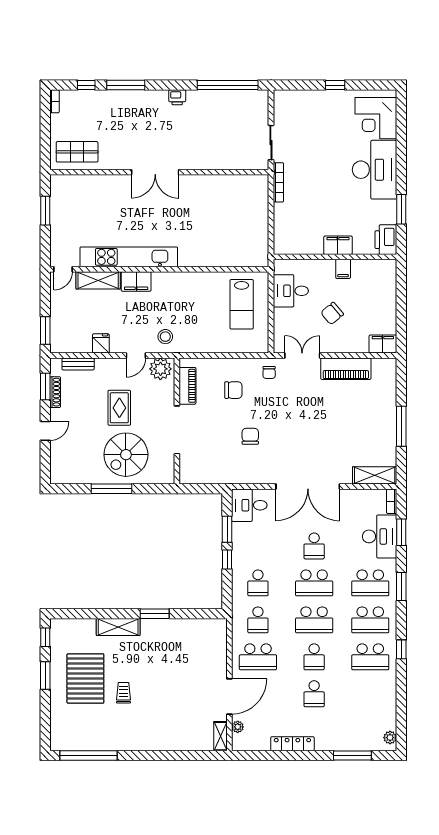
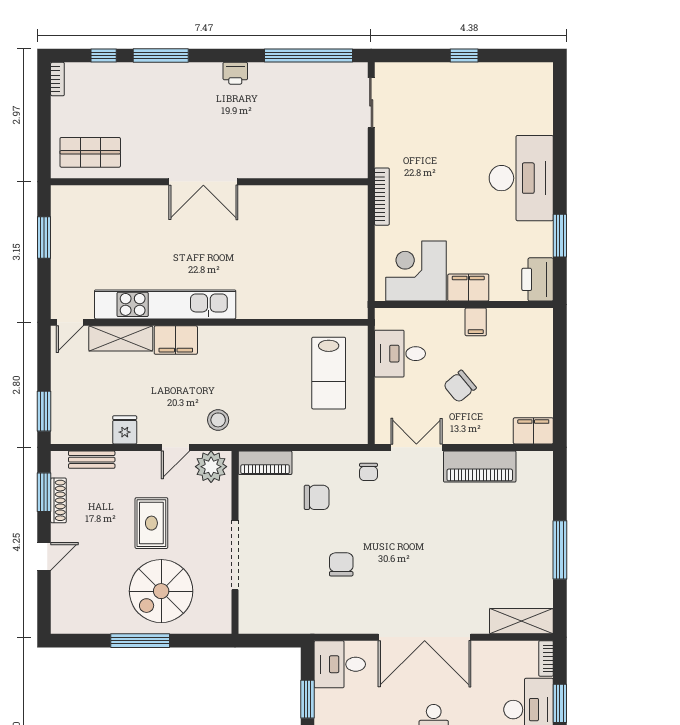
corner desk: (376, 118) -> (416, 271), moved, turned 90
sliding door: (271, 143) -> (371, 103), moved
piano: (188, 386) -> (265, 463), moved, turned 90

